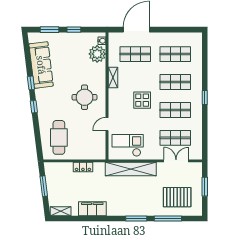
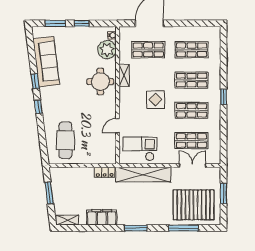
round table: (85, 97) -> (100, 82), moved
locker: (83, 167) -> (105, 172), moved
pallet: (177, 197) -> (194, 205), width x1.37, depth x1.41
window: (136, 219) -> (136, 228), moved

